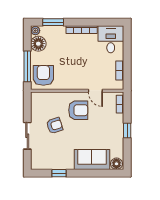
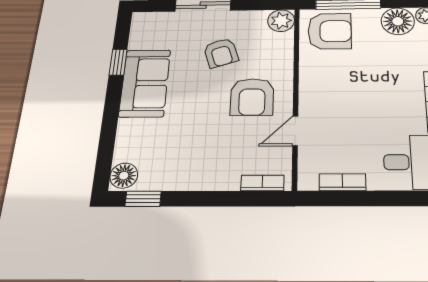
plant: (37, 98) -> (281, 21), added
window: (127, 130) -> (143, 199), moved
sofa: (92, 159) -> (145, 83), moved

